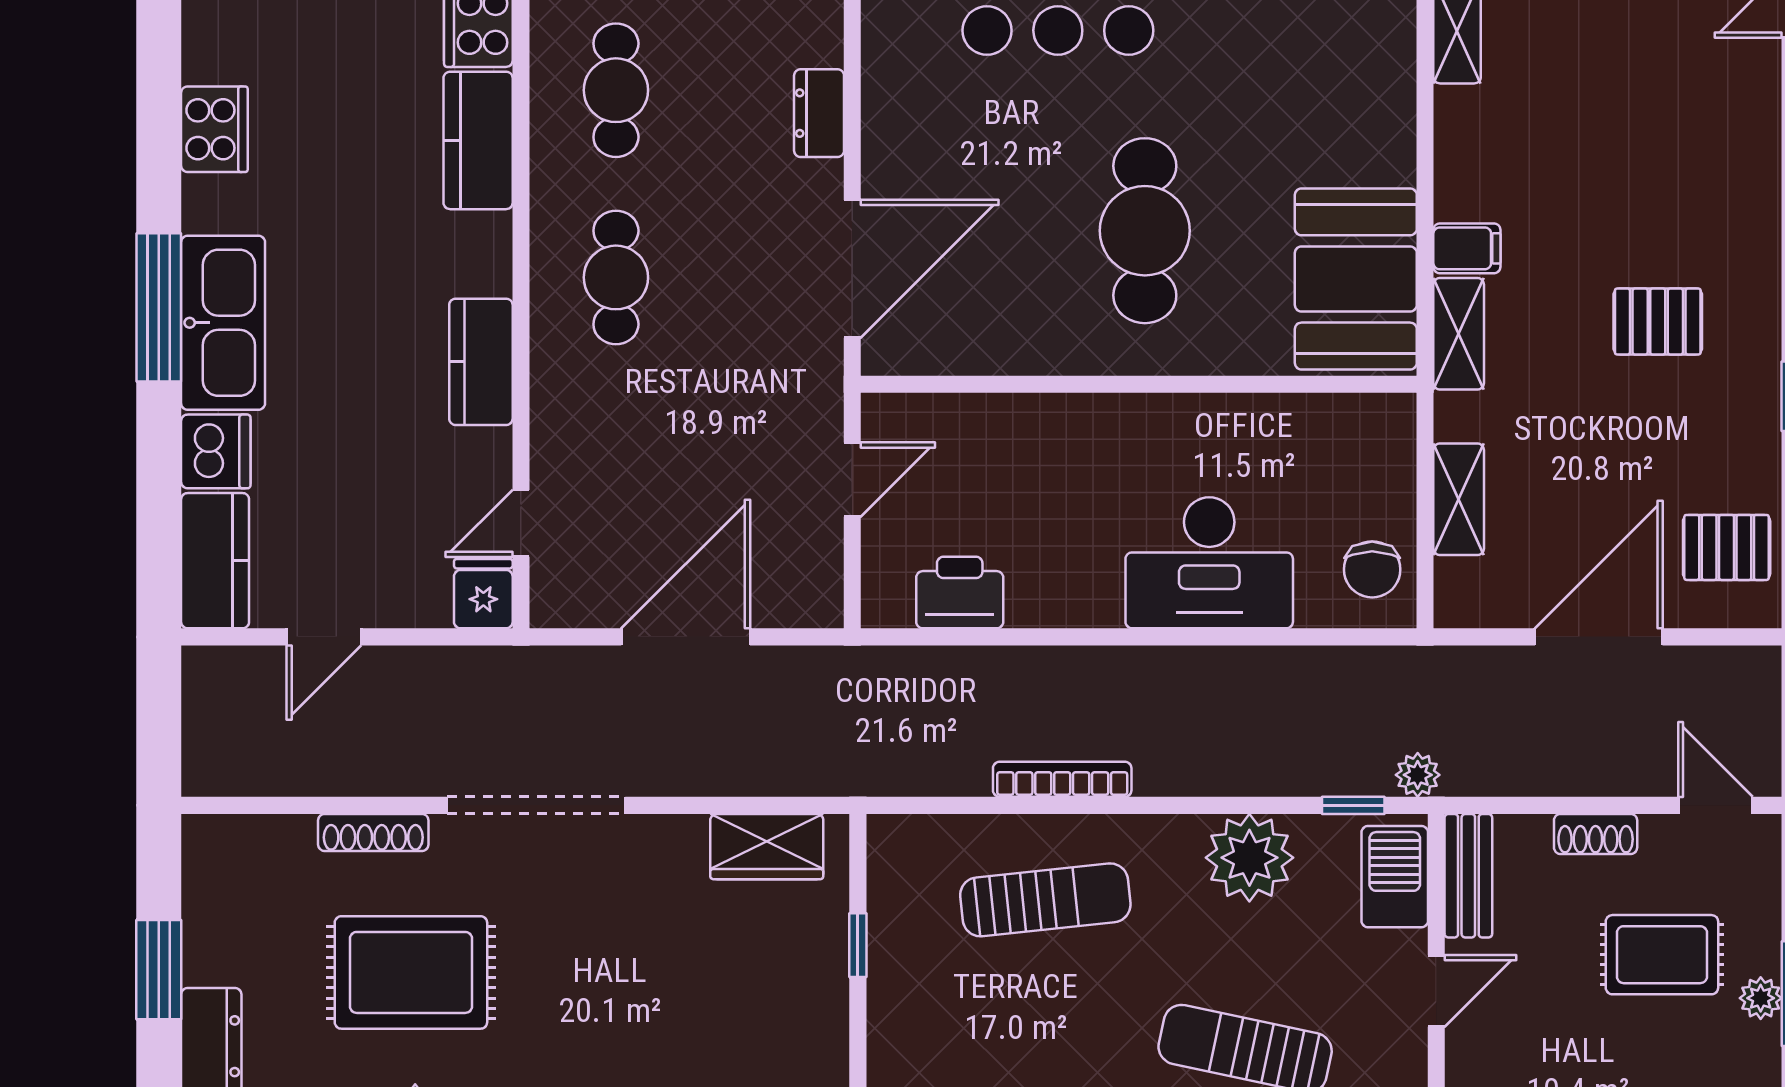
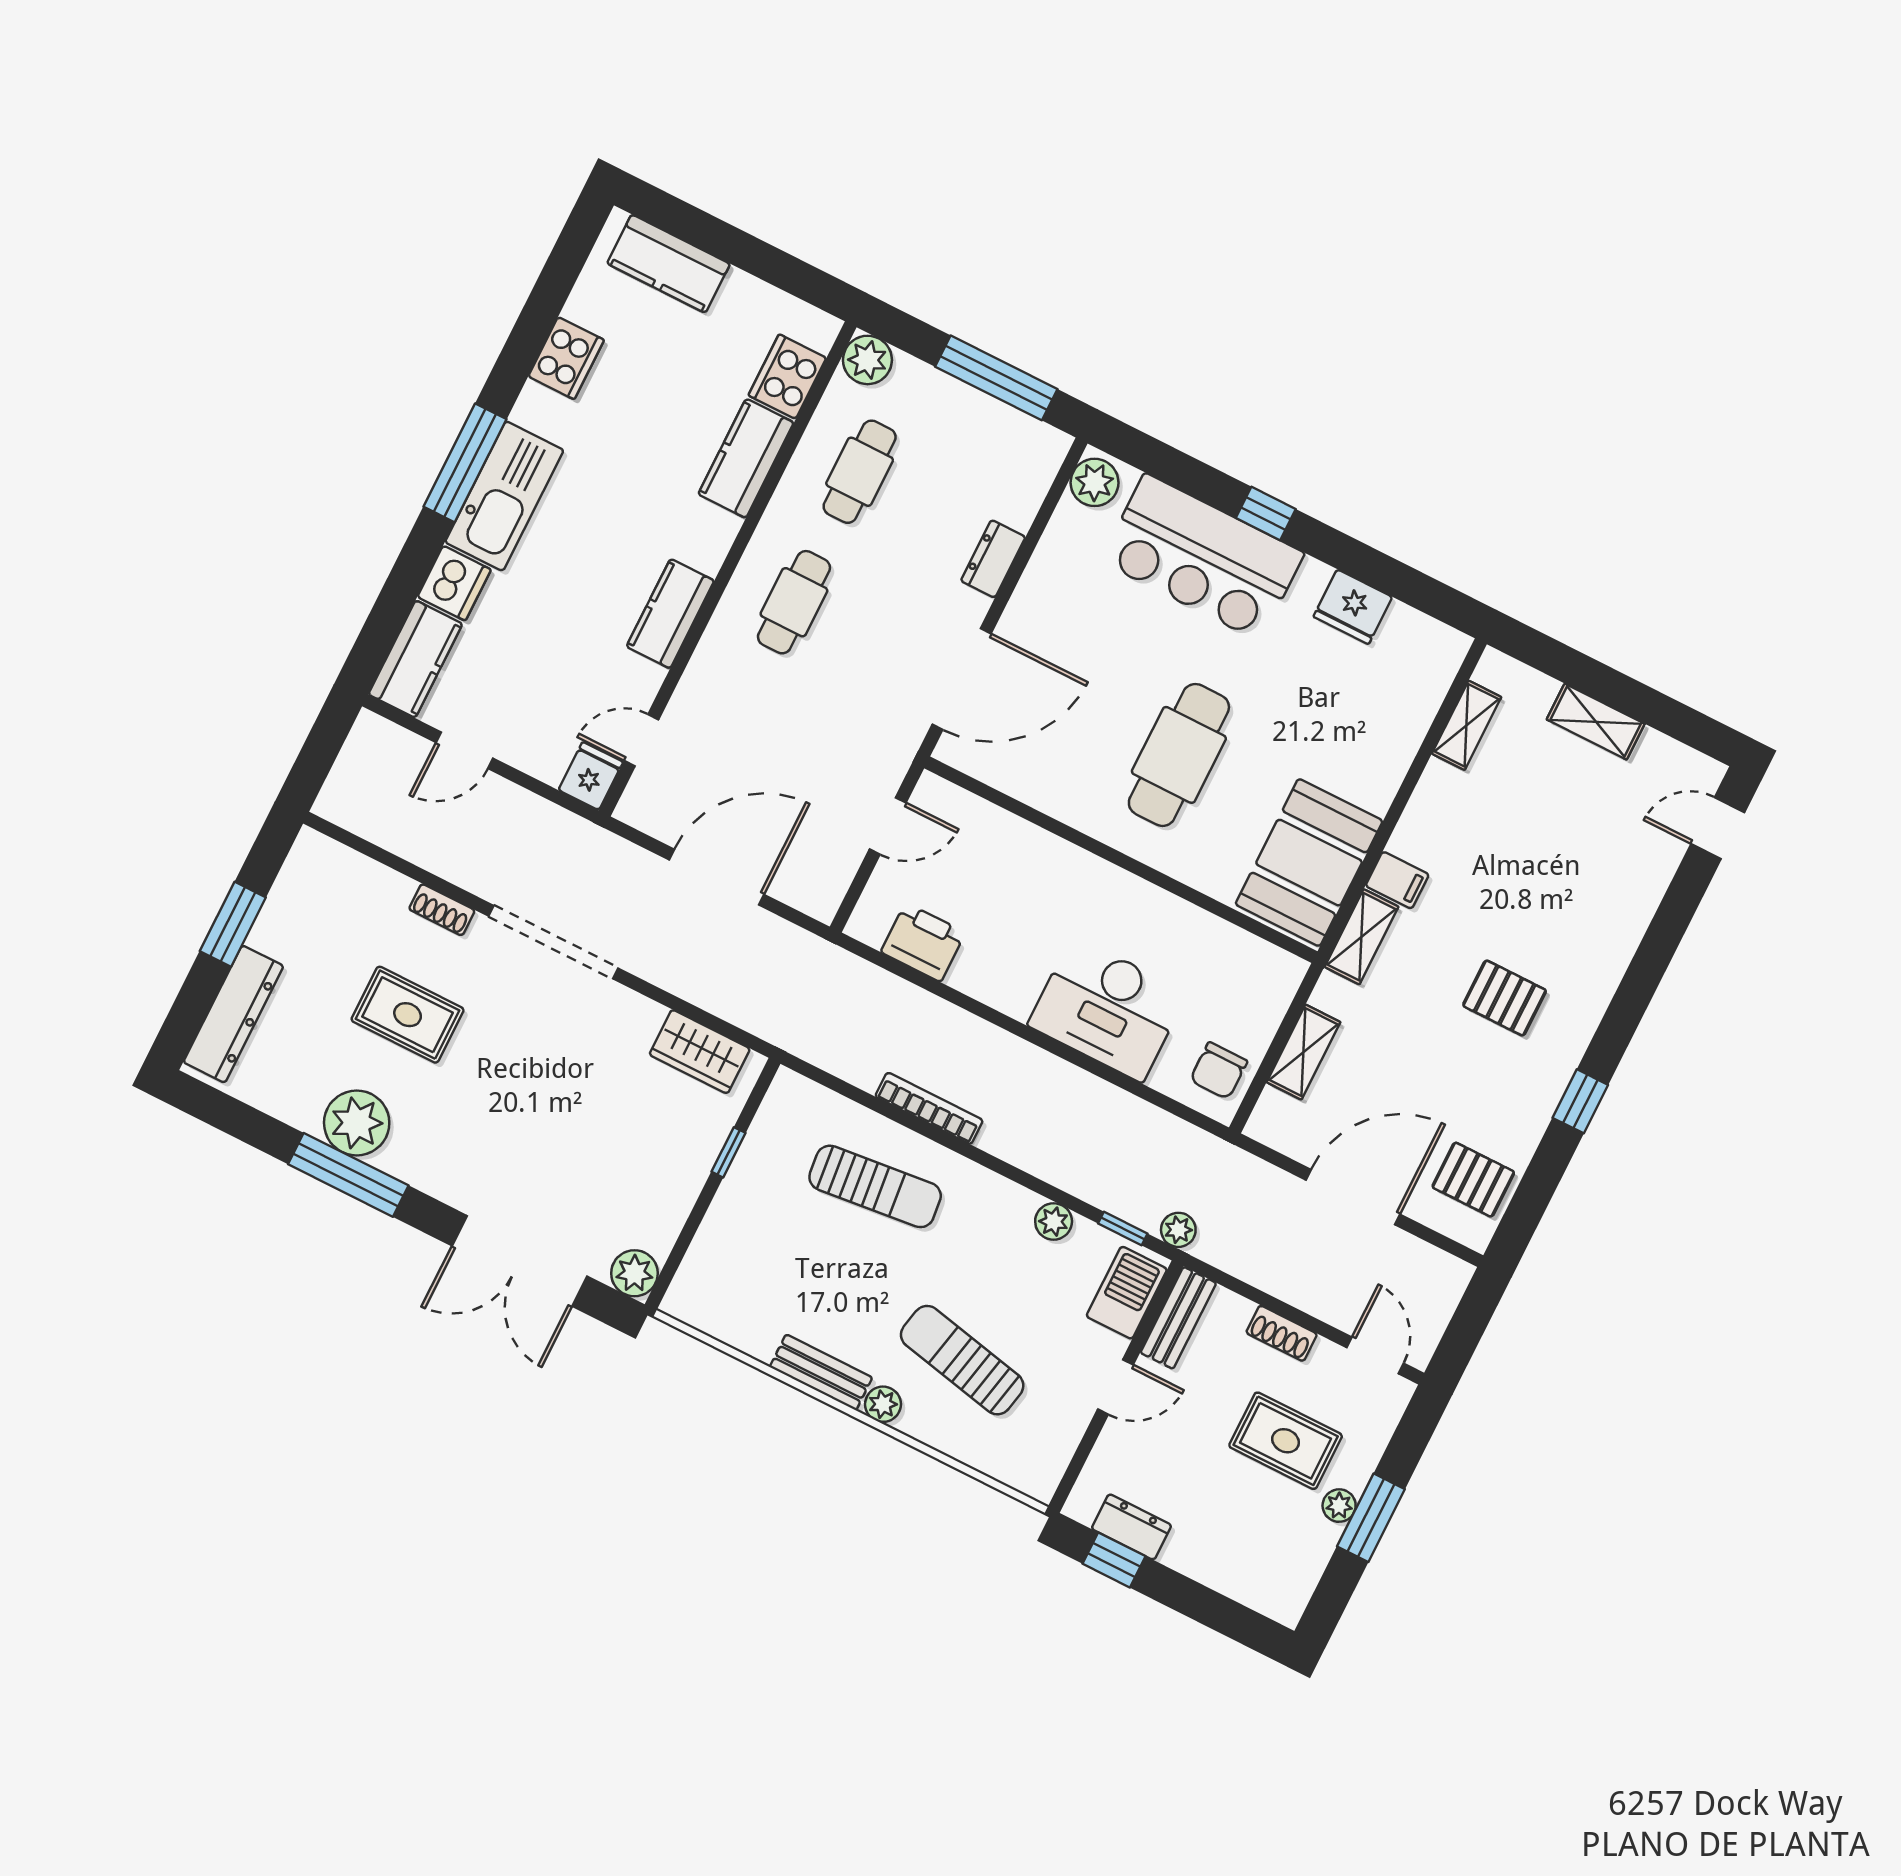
shoe rack: (373, 832) -> (442, 910), width x0.70
plant: (1249, 858) -> (1054, 1221), width x0.53, depth x0.53
rug: (411, 972) -> (408, 1015), width x0.73, depth x0.70

